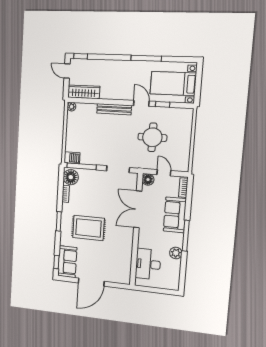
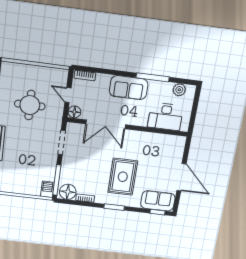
door: (164, 173) -> (68, 95), hinge flipped
sofa: (175, 215) -> (129, 88), moved
window: (186, 236) -> (153, 77), moved
plant: (176, 253) -> (179, 90), moved

